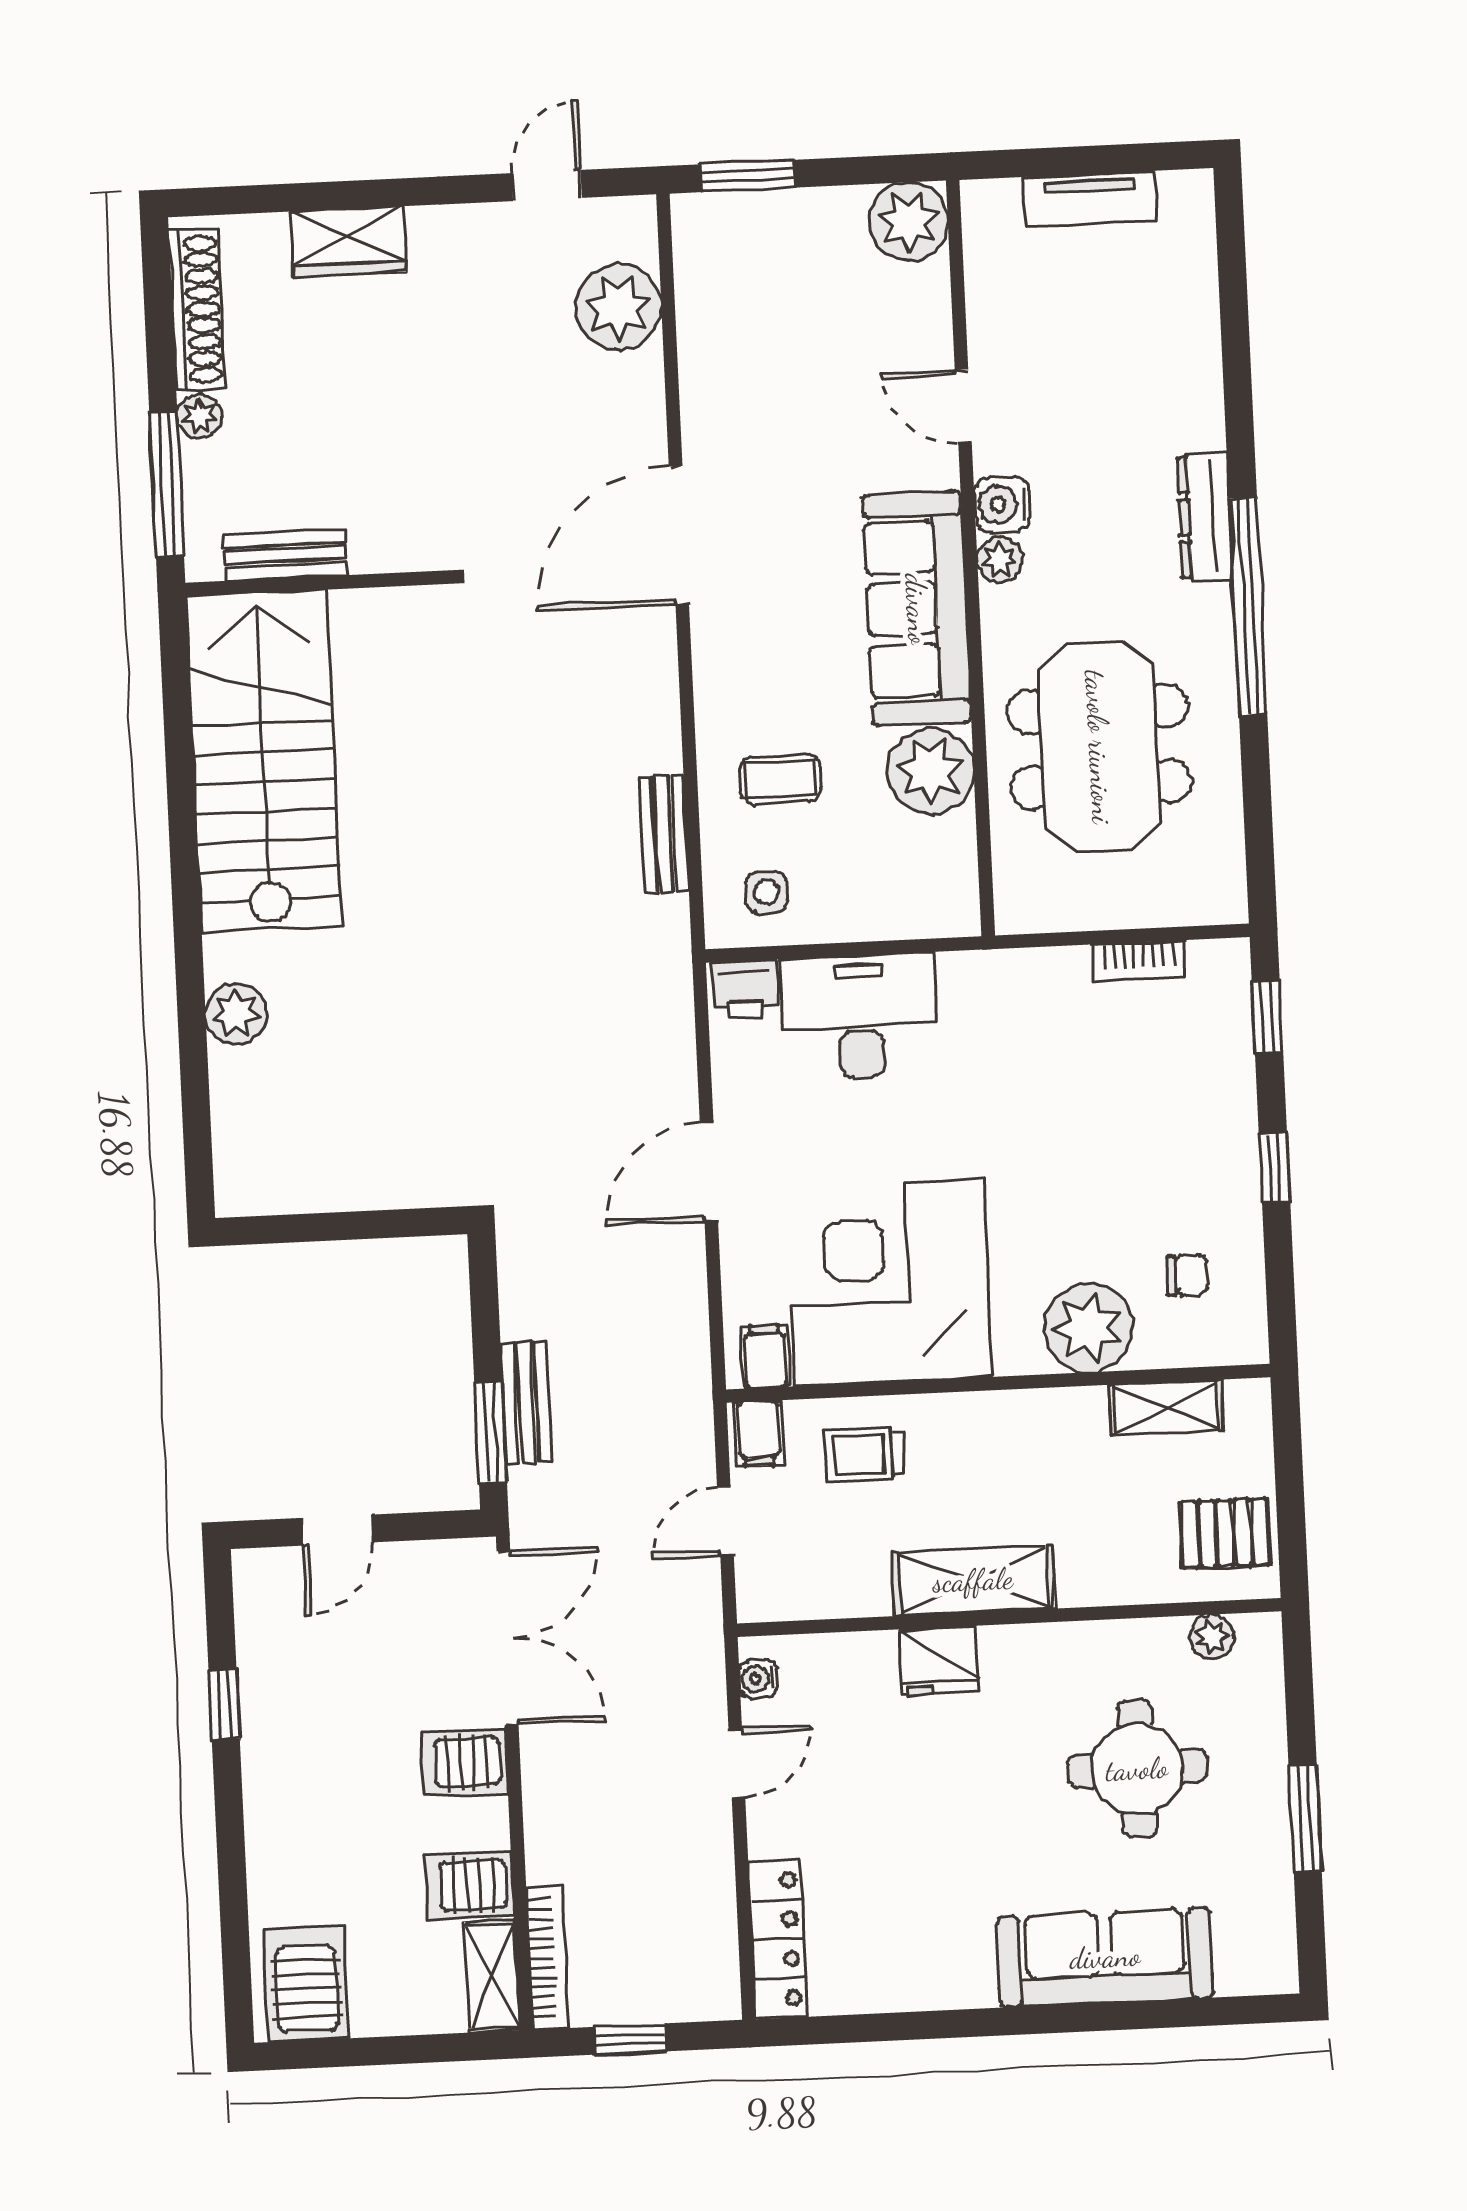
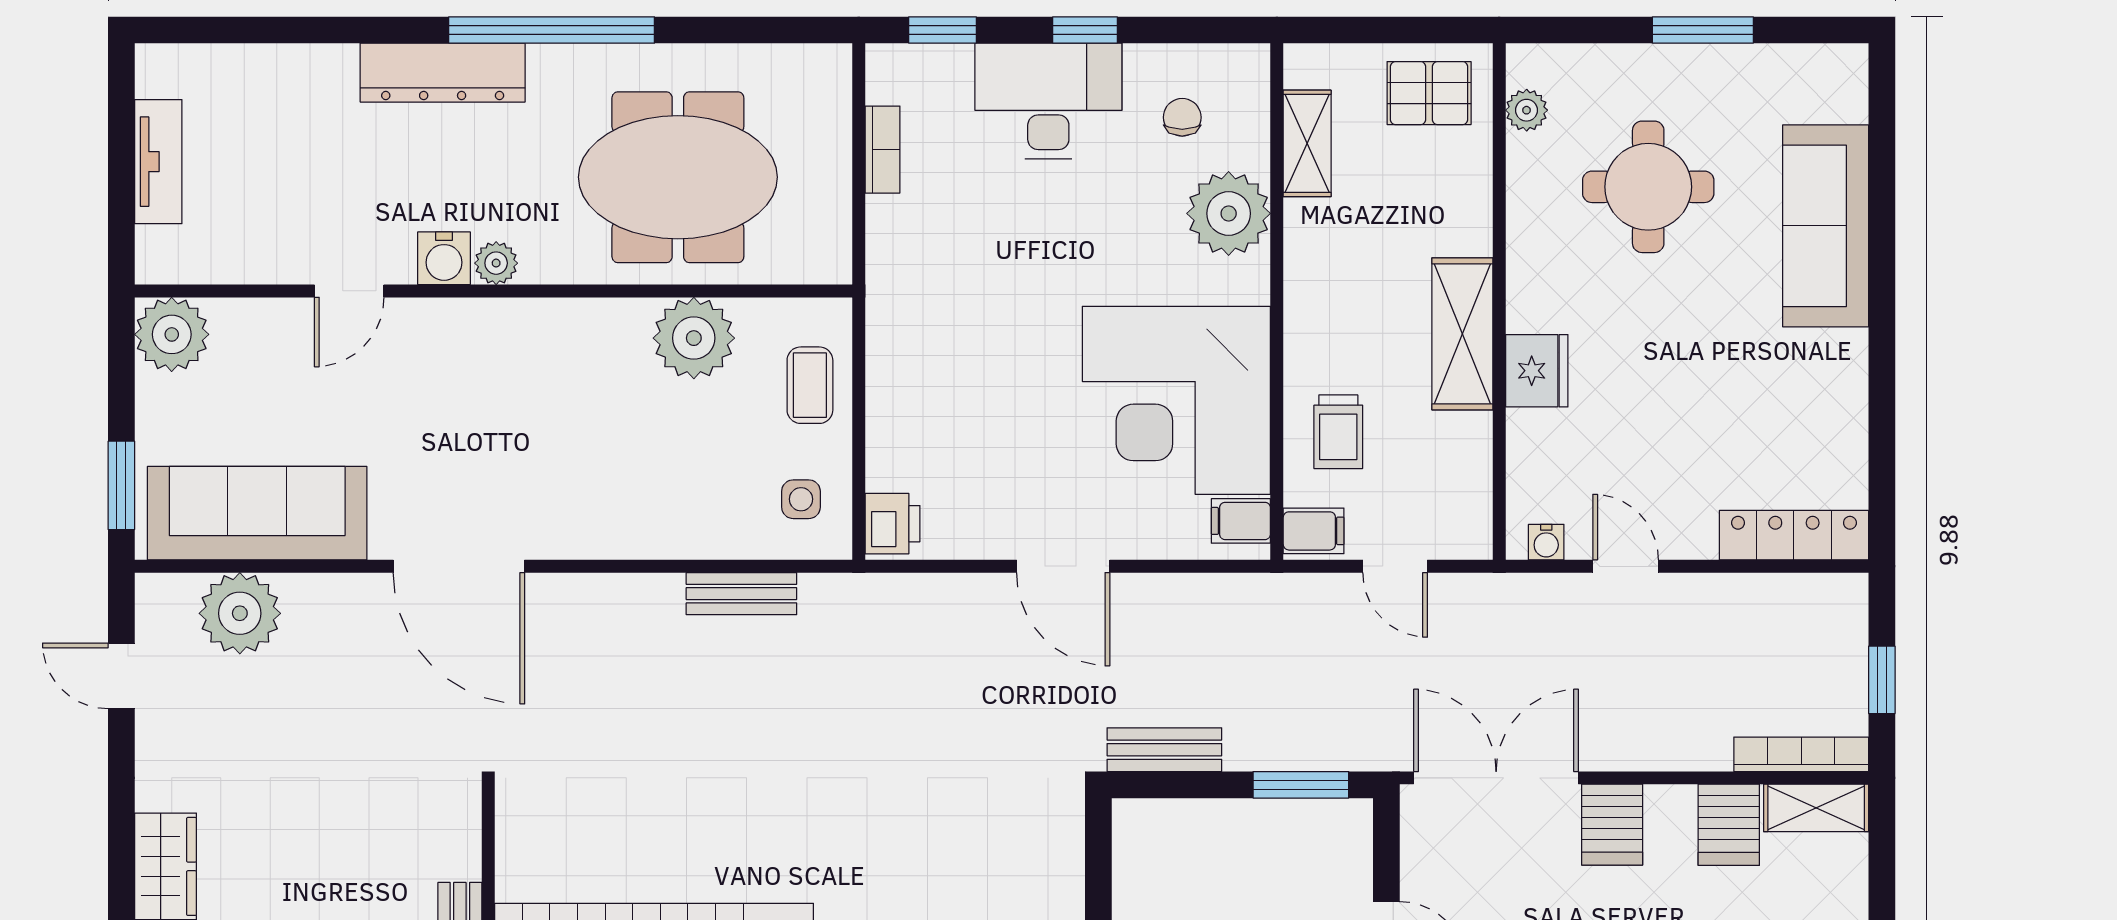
dresser: (1205, 517) -> (443, 73), width x1.37, depth x1.24
sofa: (917, 609) -> (257, 513), moved, turned 180
coffee table: (780, 779) -> (810, 385), moved
desk: (860, 1016) -> (1048, 101), moved, turned 90
bench: (526, 1402) -> (1164, 750), moved
pallet: (1225, 1533) -> (1429, 93), turned 90

